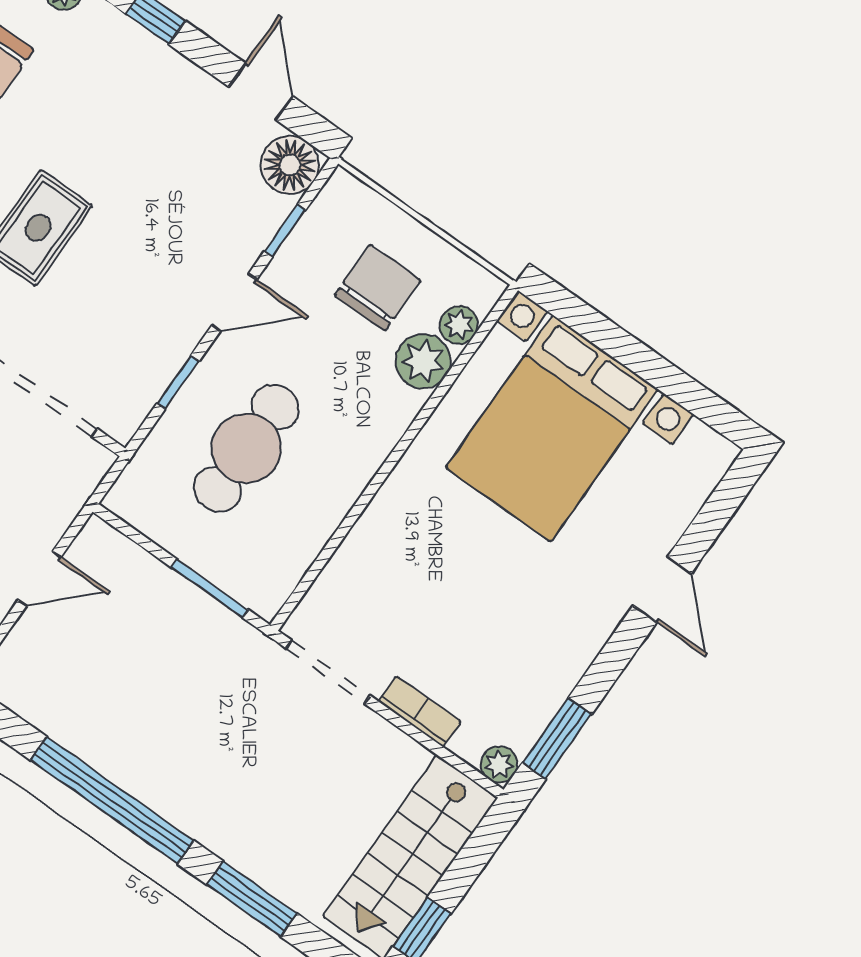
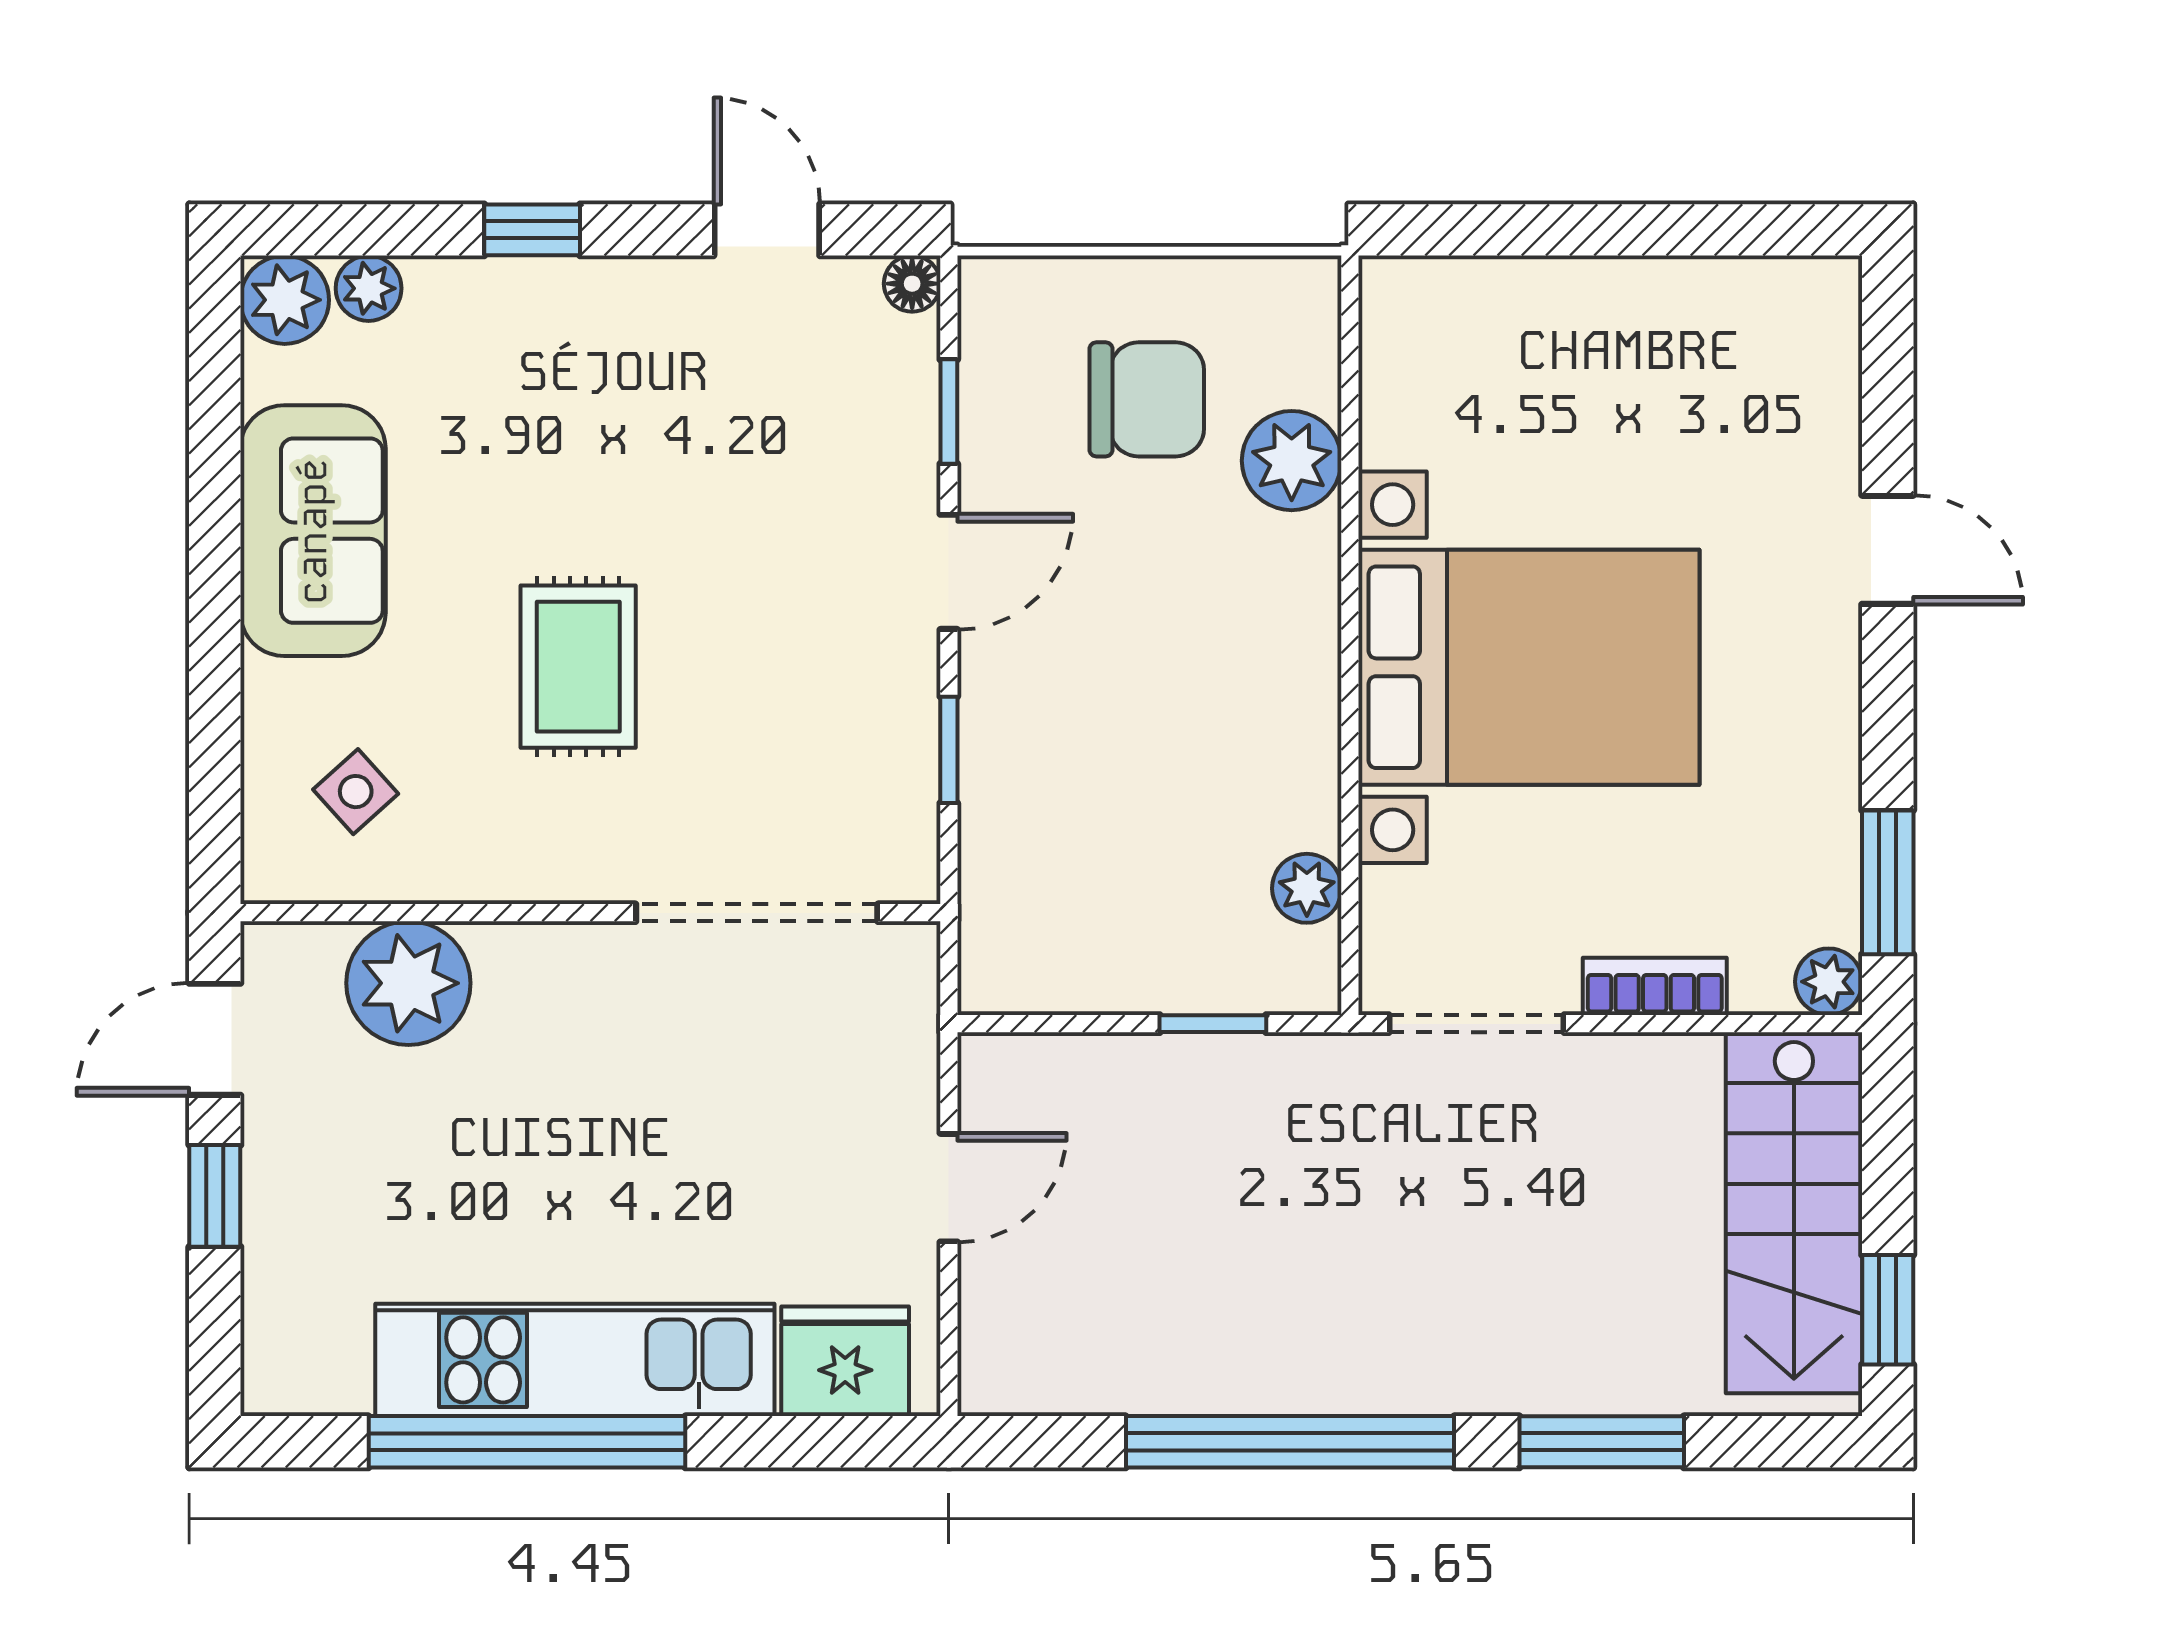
floor lamp: (290, 165) -> (912, 284), width x0.53, depth x0.53
chair: (378, 288) -> (1147, 399), turned 90
plant: (459, 325) -> (1307, 888), moved
bed with nightstands: (552, 429) -> (1529, 667), moved, turned -90
cafe table: (246, 448) -> (1120, 776), removed
window: (210, 589) -> (1213, 1024), width x0.67

